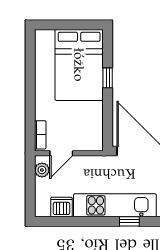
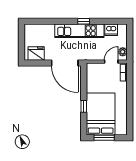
window: (73, 25) -> (104, 138), added
window: (129, 221) -> (84, 21), moved

